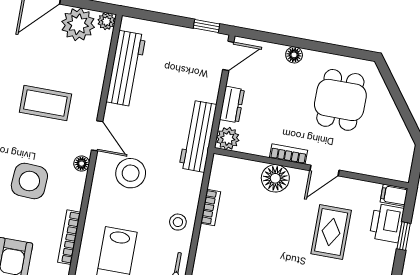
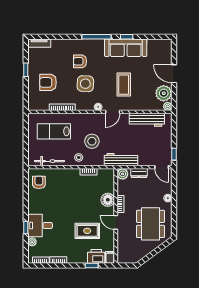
dining table: (340, 100) -> (150, 224), width x1.38
stool: (131, 173) -> (92, 141), moved

